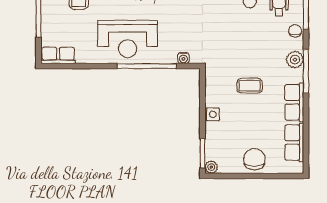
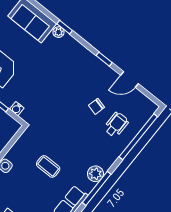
chair: (295, 31) -> (112, 153), removed

